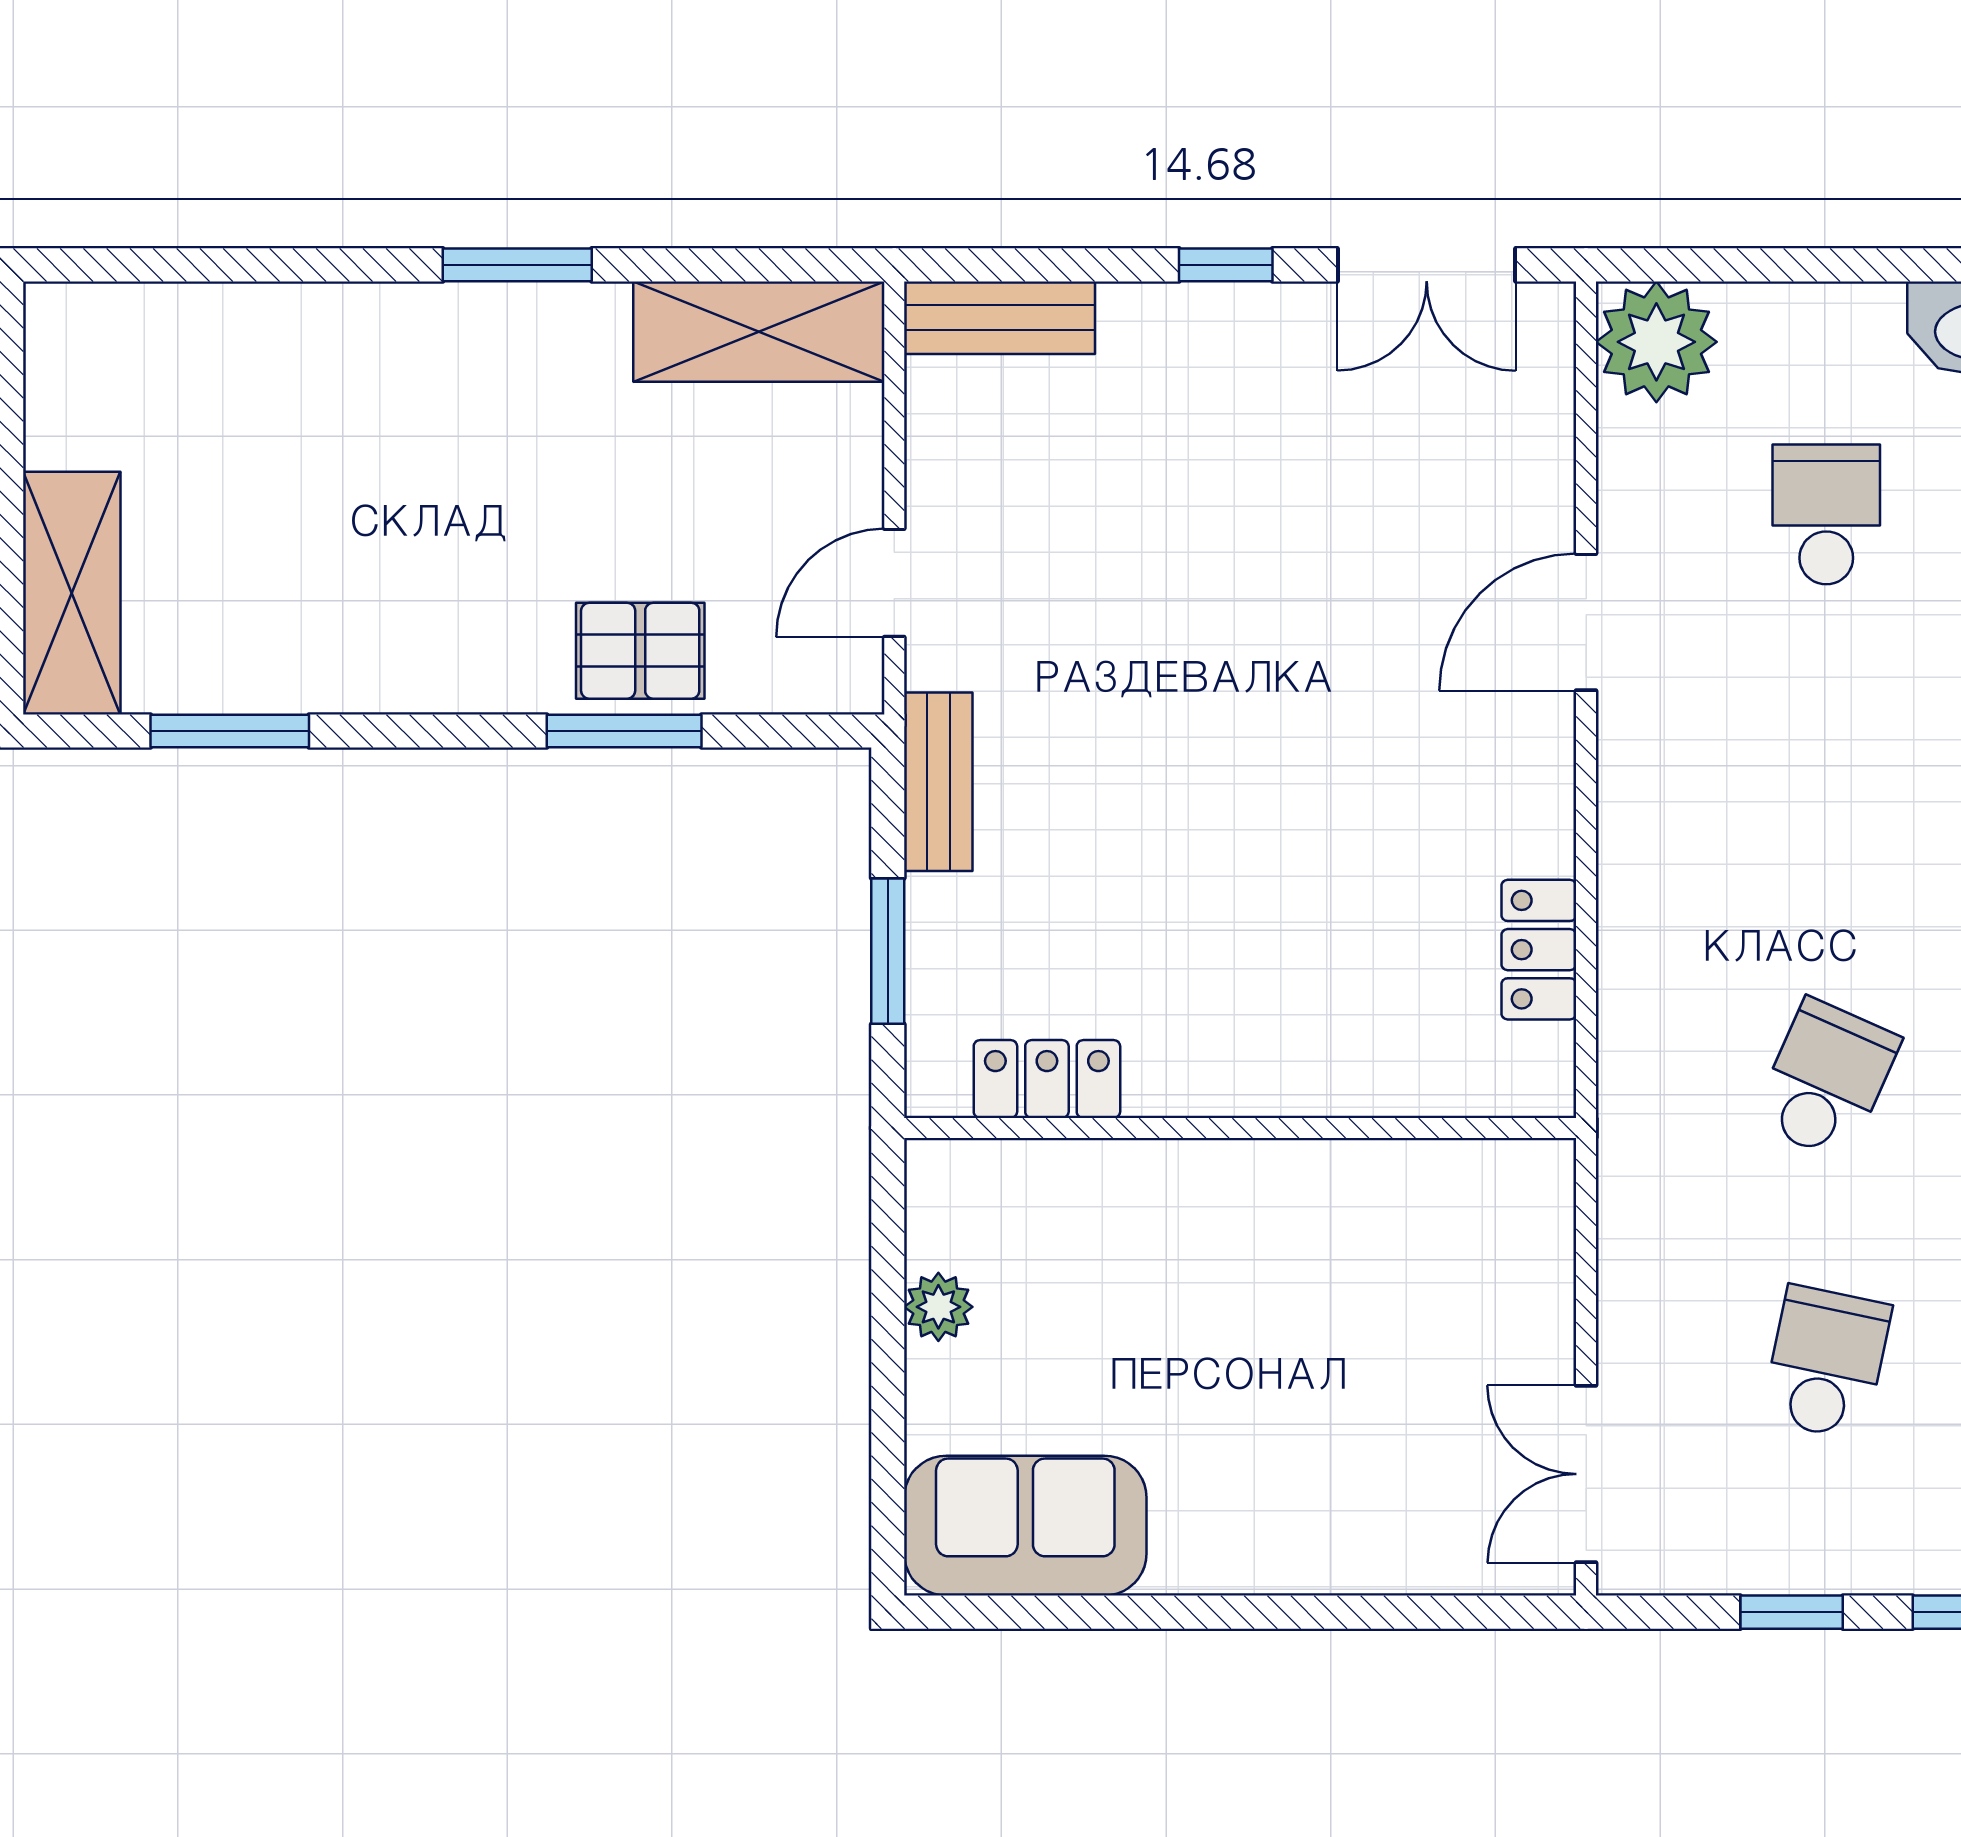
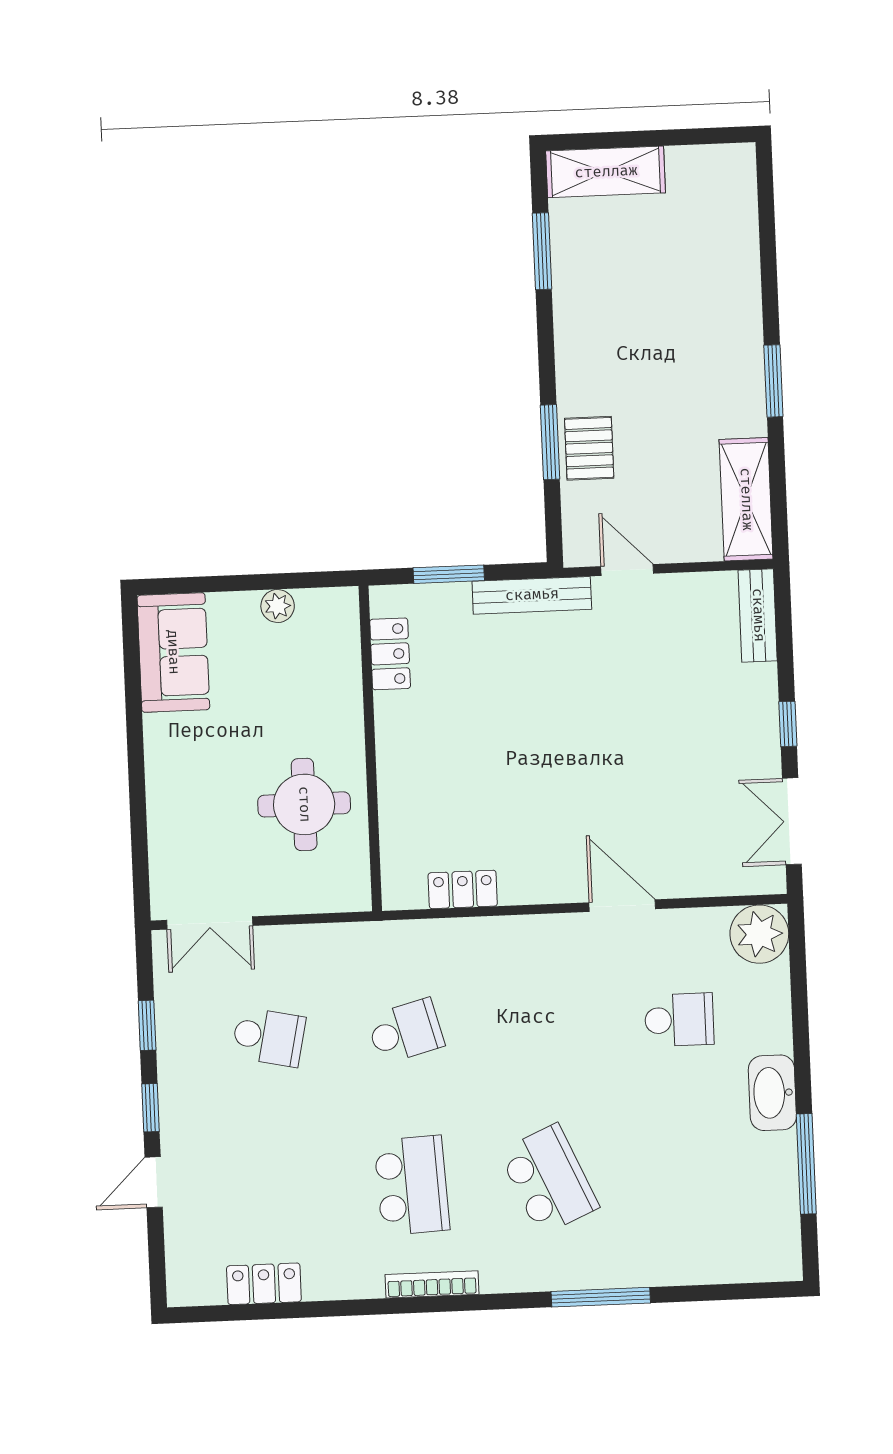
bench: (938, 782) -> (532, 595), width x1.36
school desk: (1826, 1080) -> (405, 1031), turned -39
round table: (1350, 1269) -> (304, 804), added
double door: (1586, 1474) -> (210, 923), swing flipped

